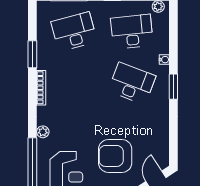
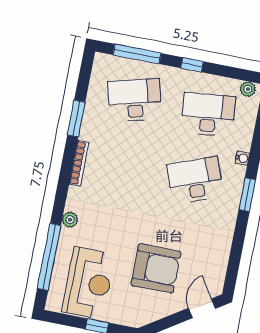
desk: (132, 83) -> (195, 180), turned -42
armchair: (115, 156) -> (156, 268), turned 180

